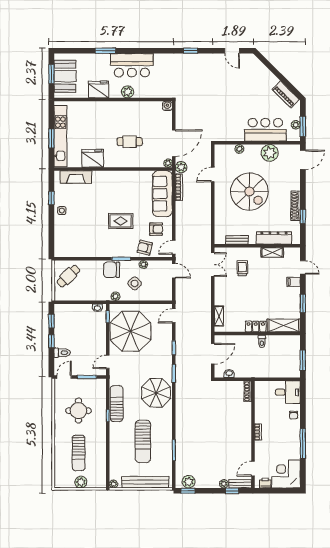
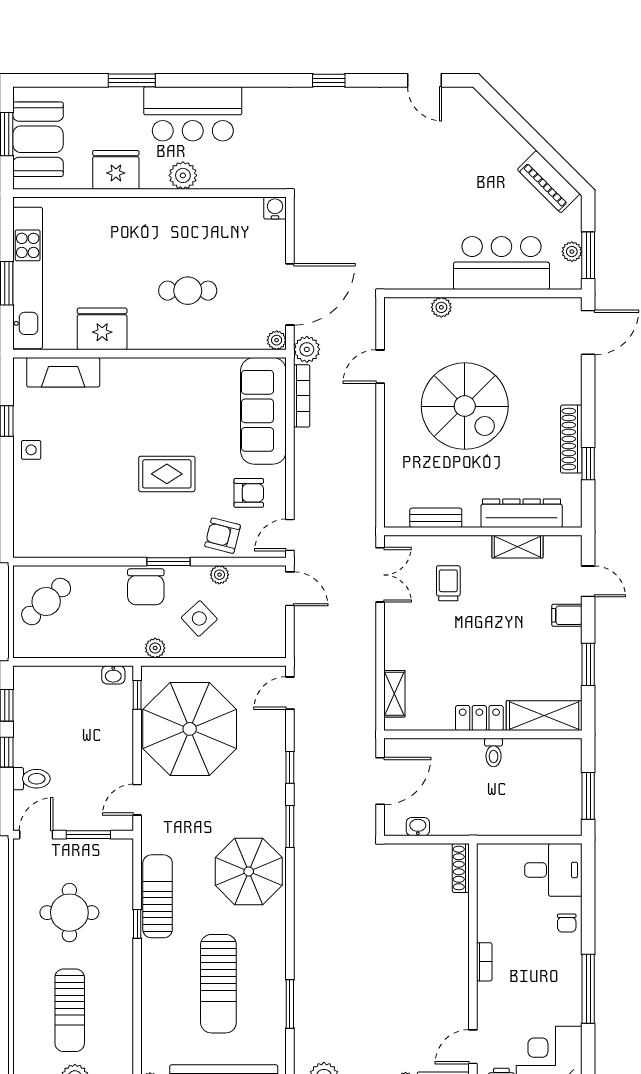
plant: (270, 153) -> (512, 317), removed
chair: (112, 270) -> (146, 587), turned -90

